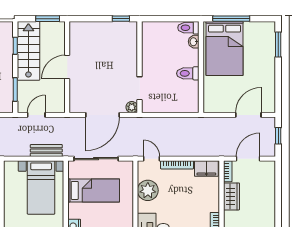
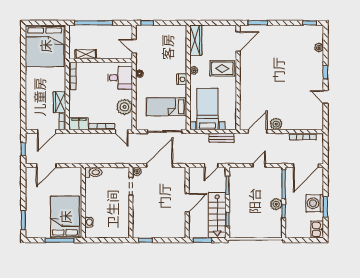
toilet: (188, 28) -> (93, 233), removed
toilet: (188, 73) -> (93, 172), moved
bench: (46, 150) -> (222, 138), moved

